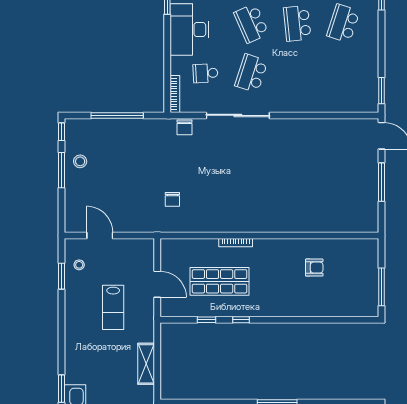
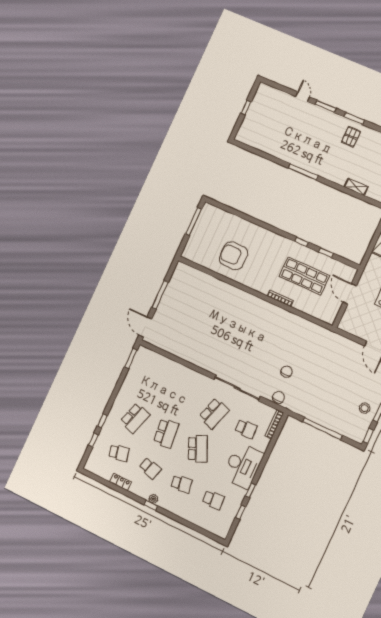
chair: (172, 199) -> (287, 372), moved
armchair: (314, 268) -> (234, 256), width x1.88, depth x1.88

